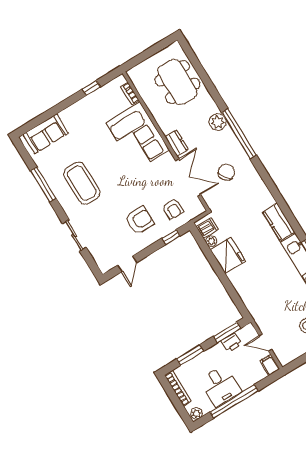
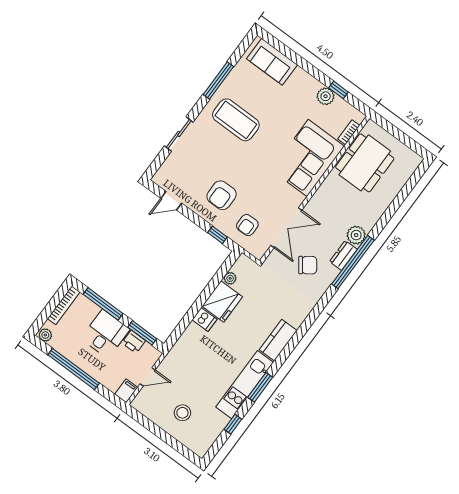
dining table: (177, 82) -> (365, 163), moved
plant: (92, 101) -> (326, 96), added
dresser: (177, 143) -> (343, 255), moved, turned 180
coffee table: (82, 183) -> (236, 120), turned 90
armchair: (140, 220) -> (222, 195), turned 90
dishwasher: (207, 228) -> (205, 319), moved
door: (265, 343) -> (148, 377), swing flipped
window: (190, 355) -> (103, 304), width x1.44
desk: (221, 386) -> (105, 334), moved, turned 180

